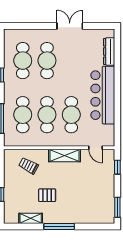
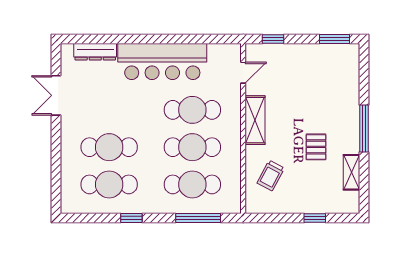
double door: (70, 26) -> (56, 95), moved

